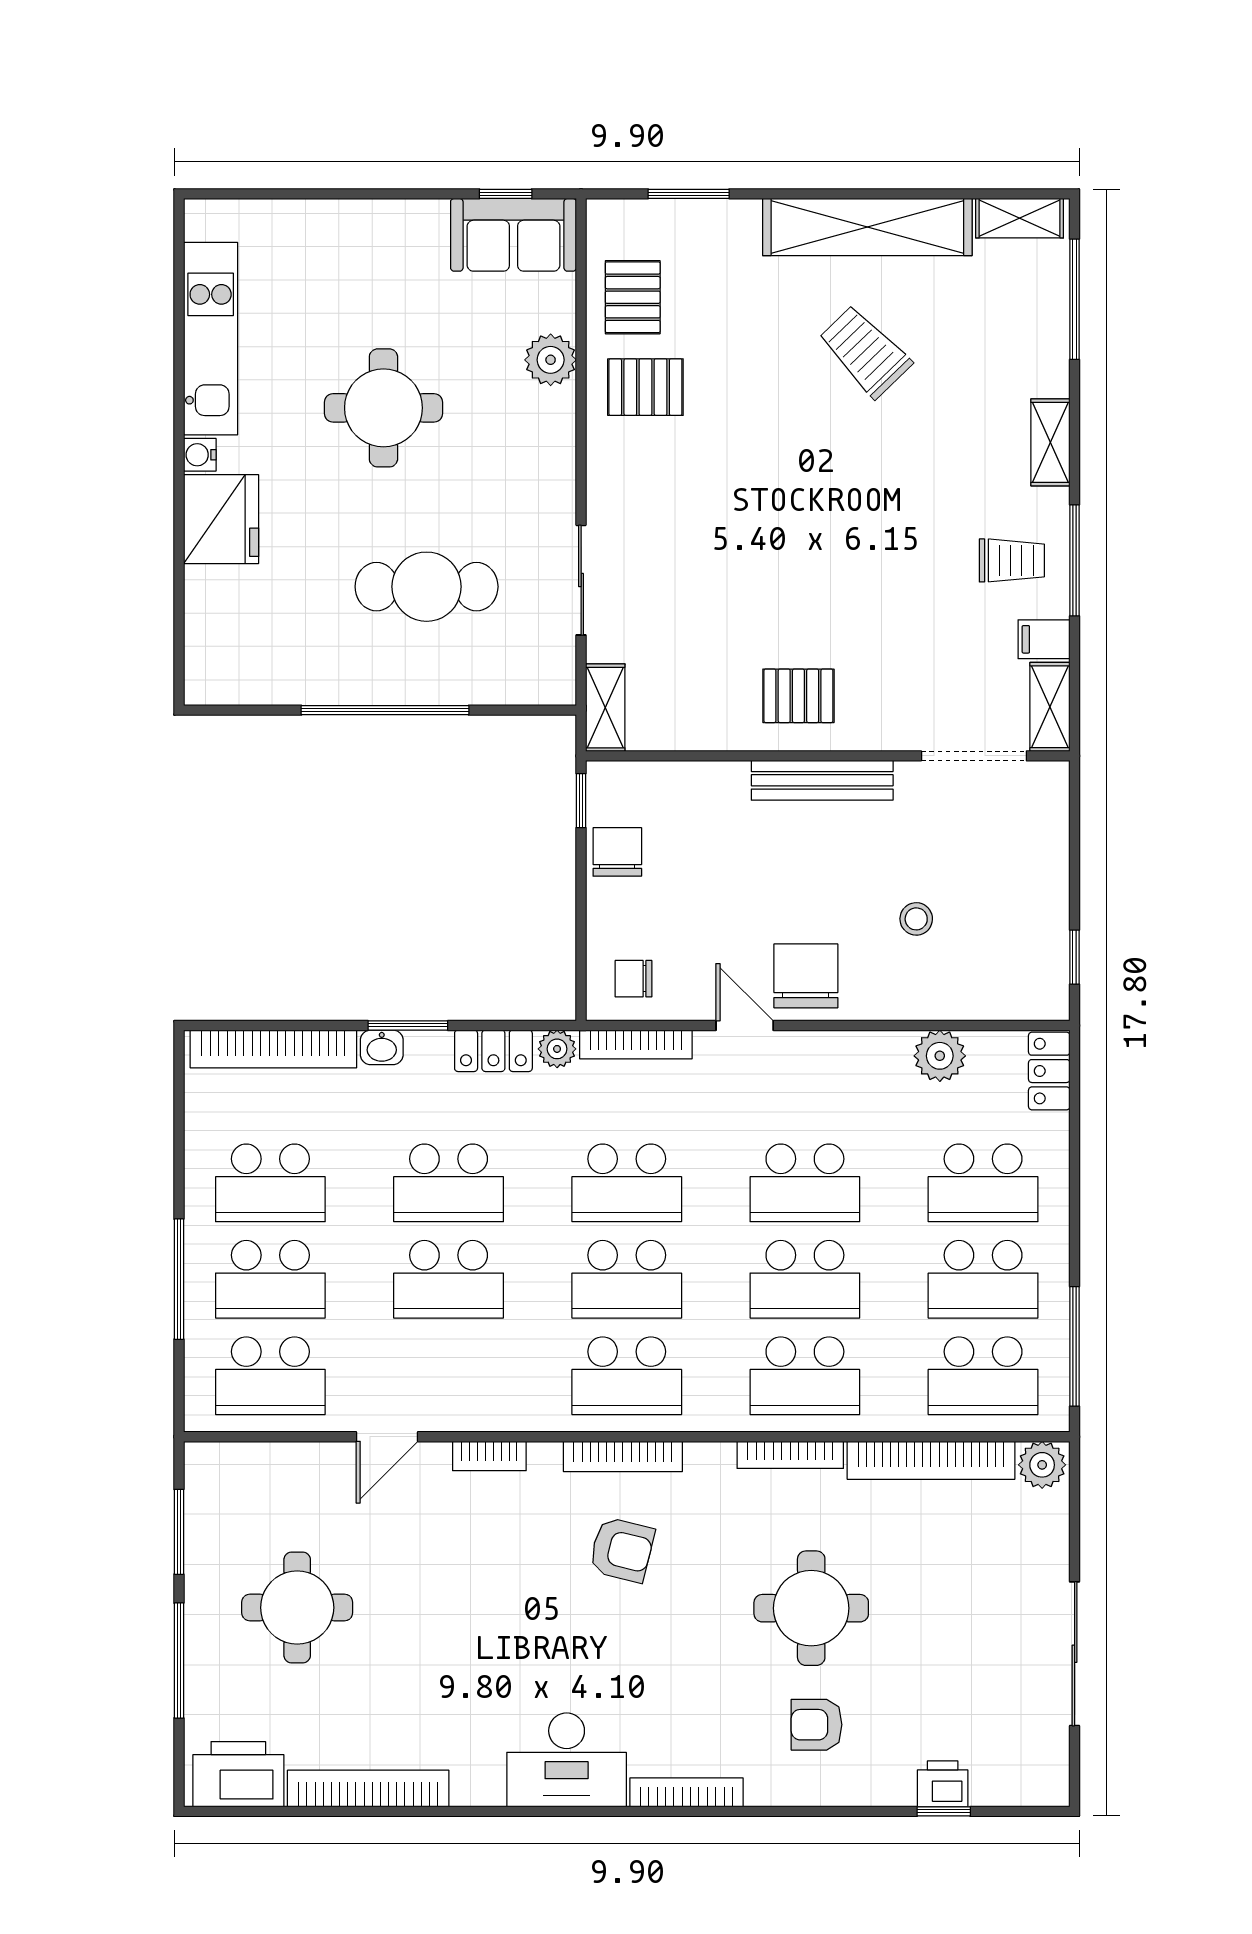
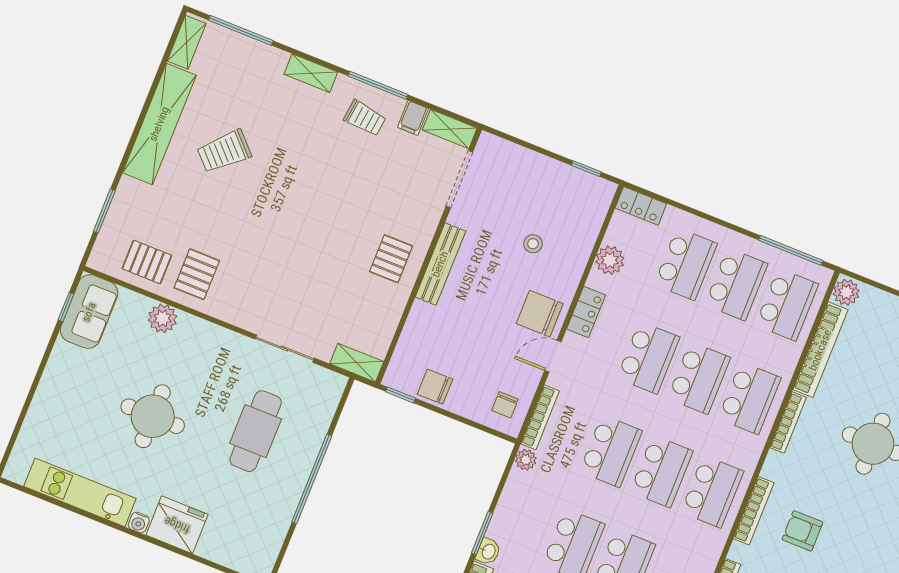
trolley: (1012, 560) -> (365, 118), turned 97
locker: (493, 1051) -> (586, 312), moved
armchair: (622, 1550) -> (802, 531), turned -104

